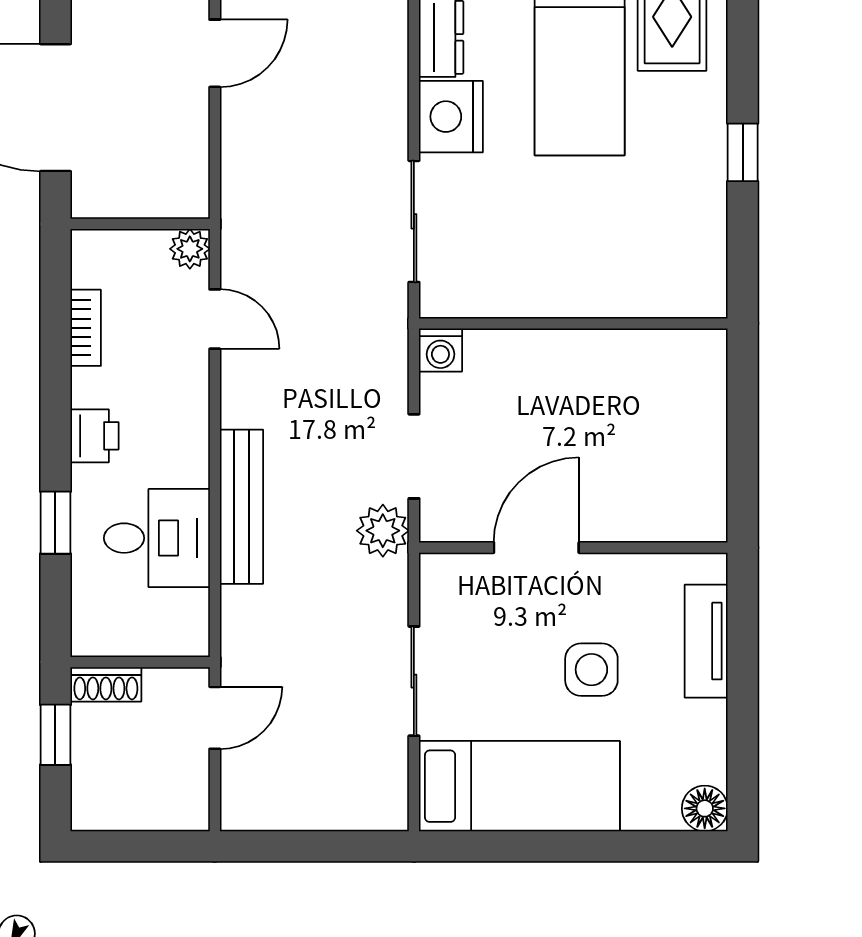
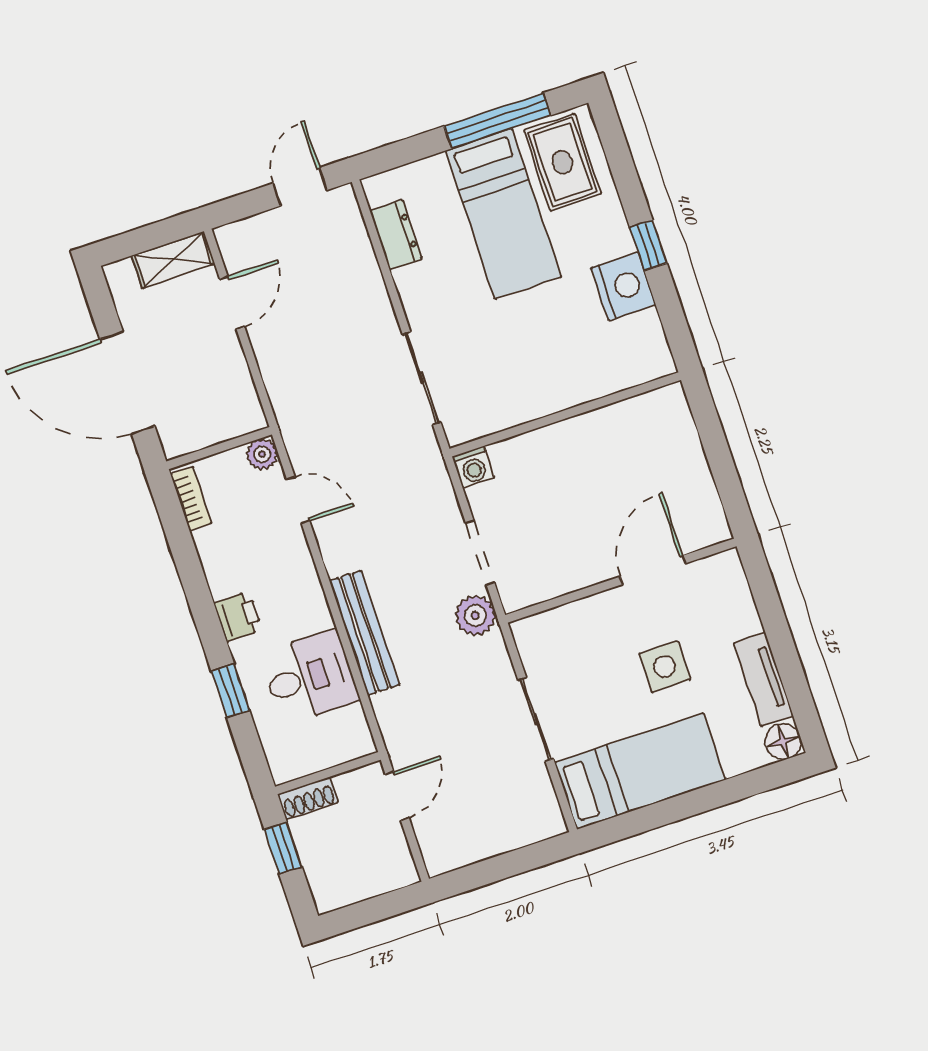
nightstand: (451, 117) -> (623, 286), moved, turned 180
bookcase: (86, 328) -> (191, 499), moved
door: (536, 548) -> (653, 570), moved
tv unit: (706, 641) -> (763, 679), moved

